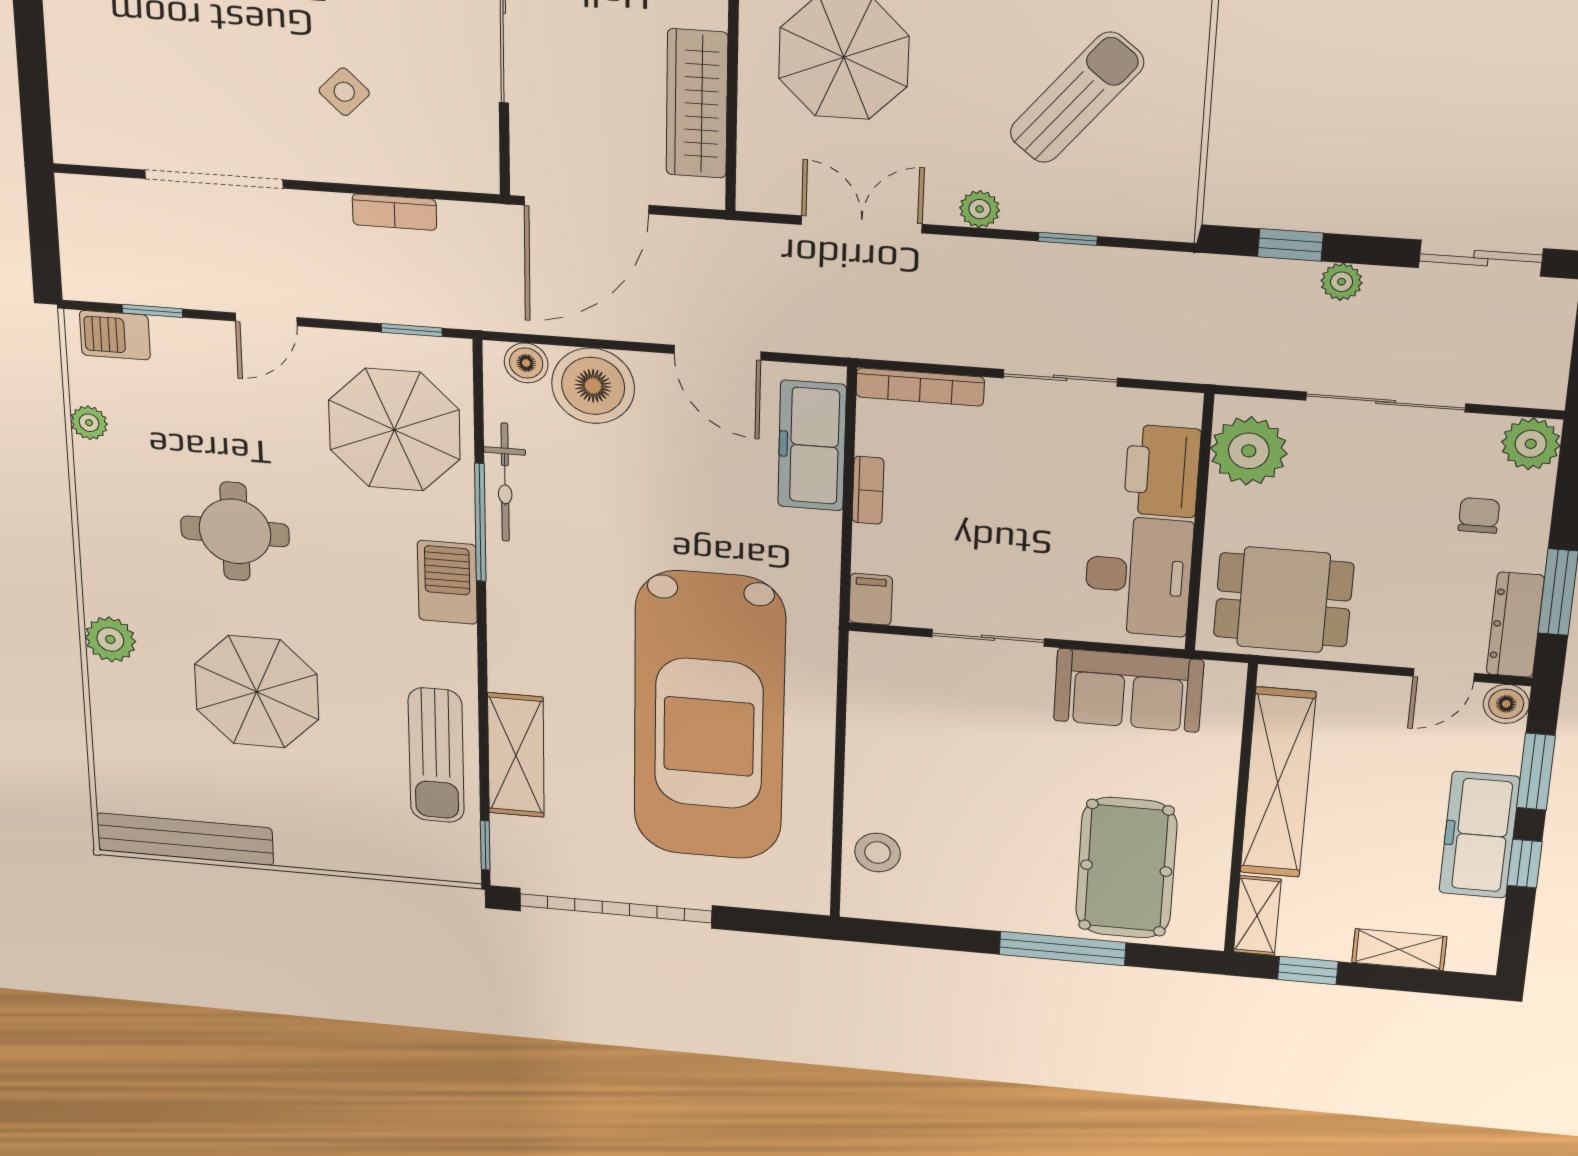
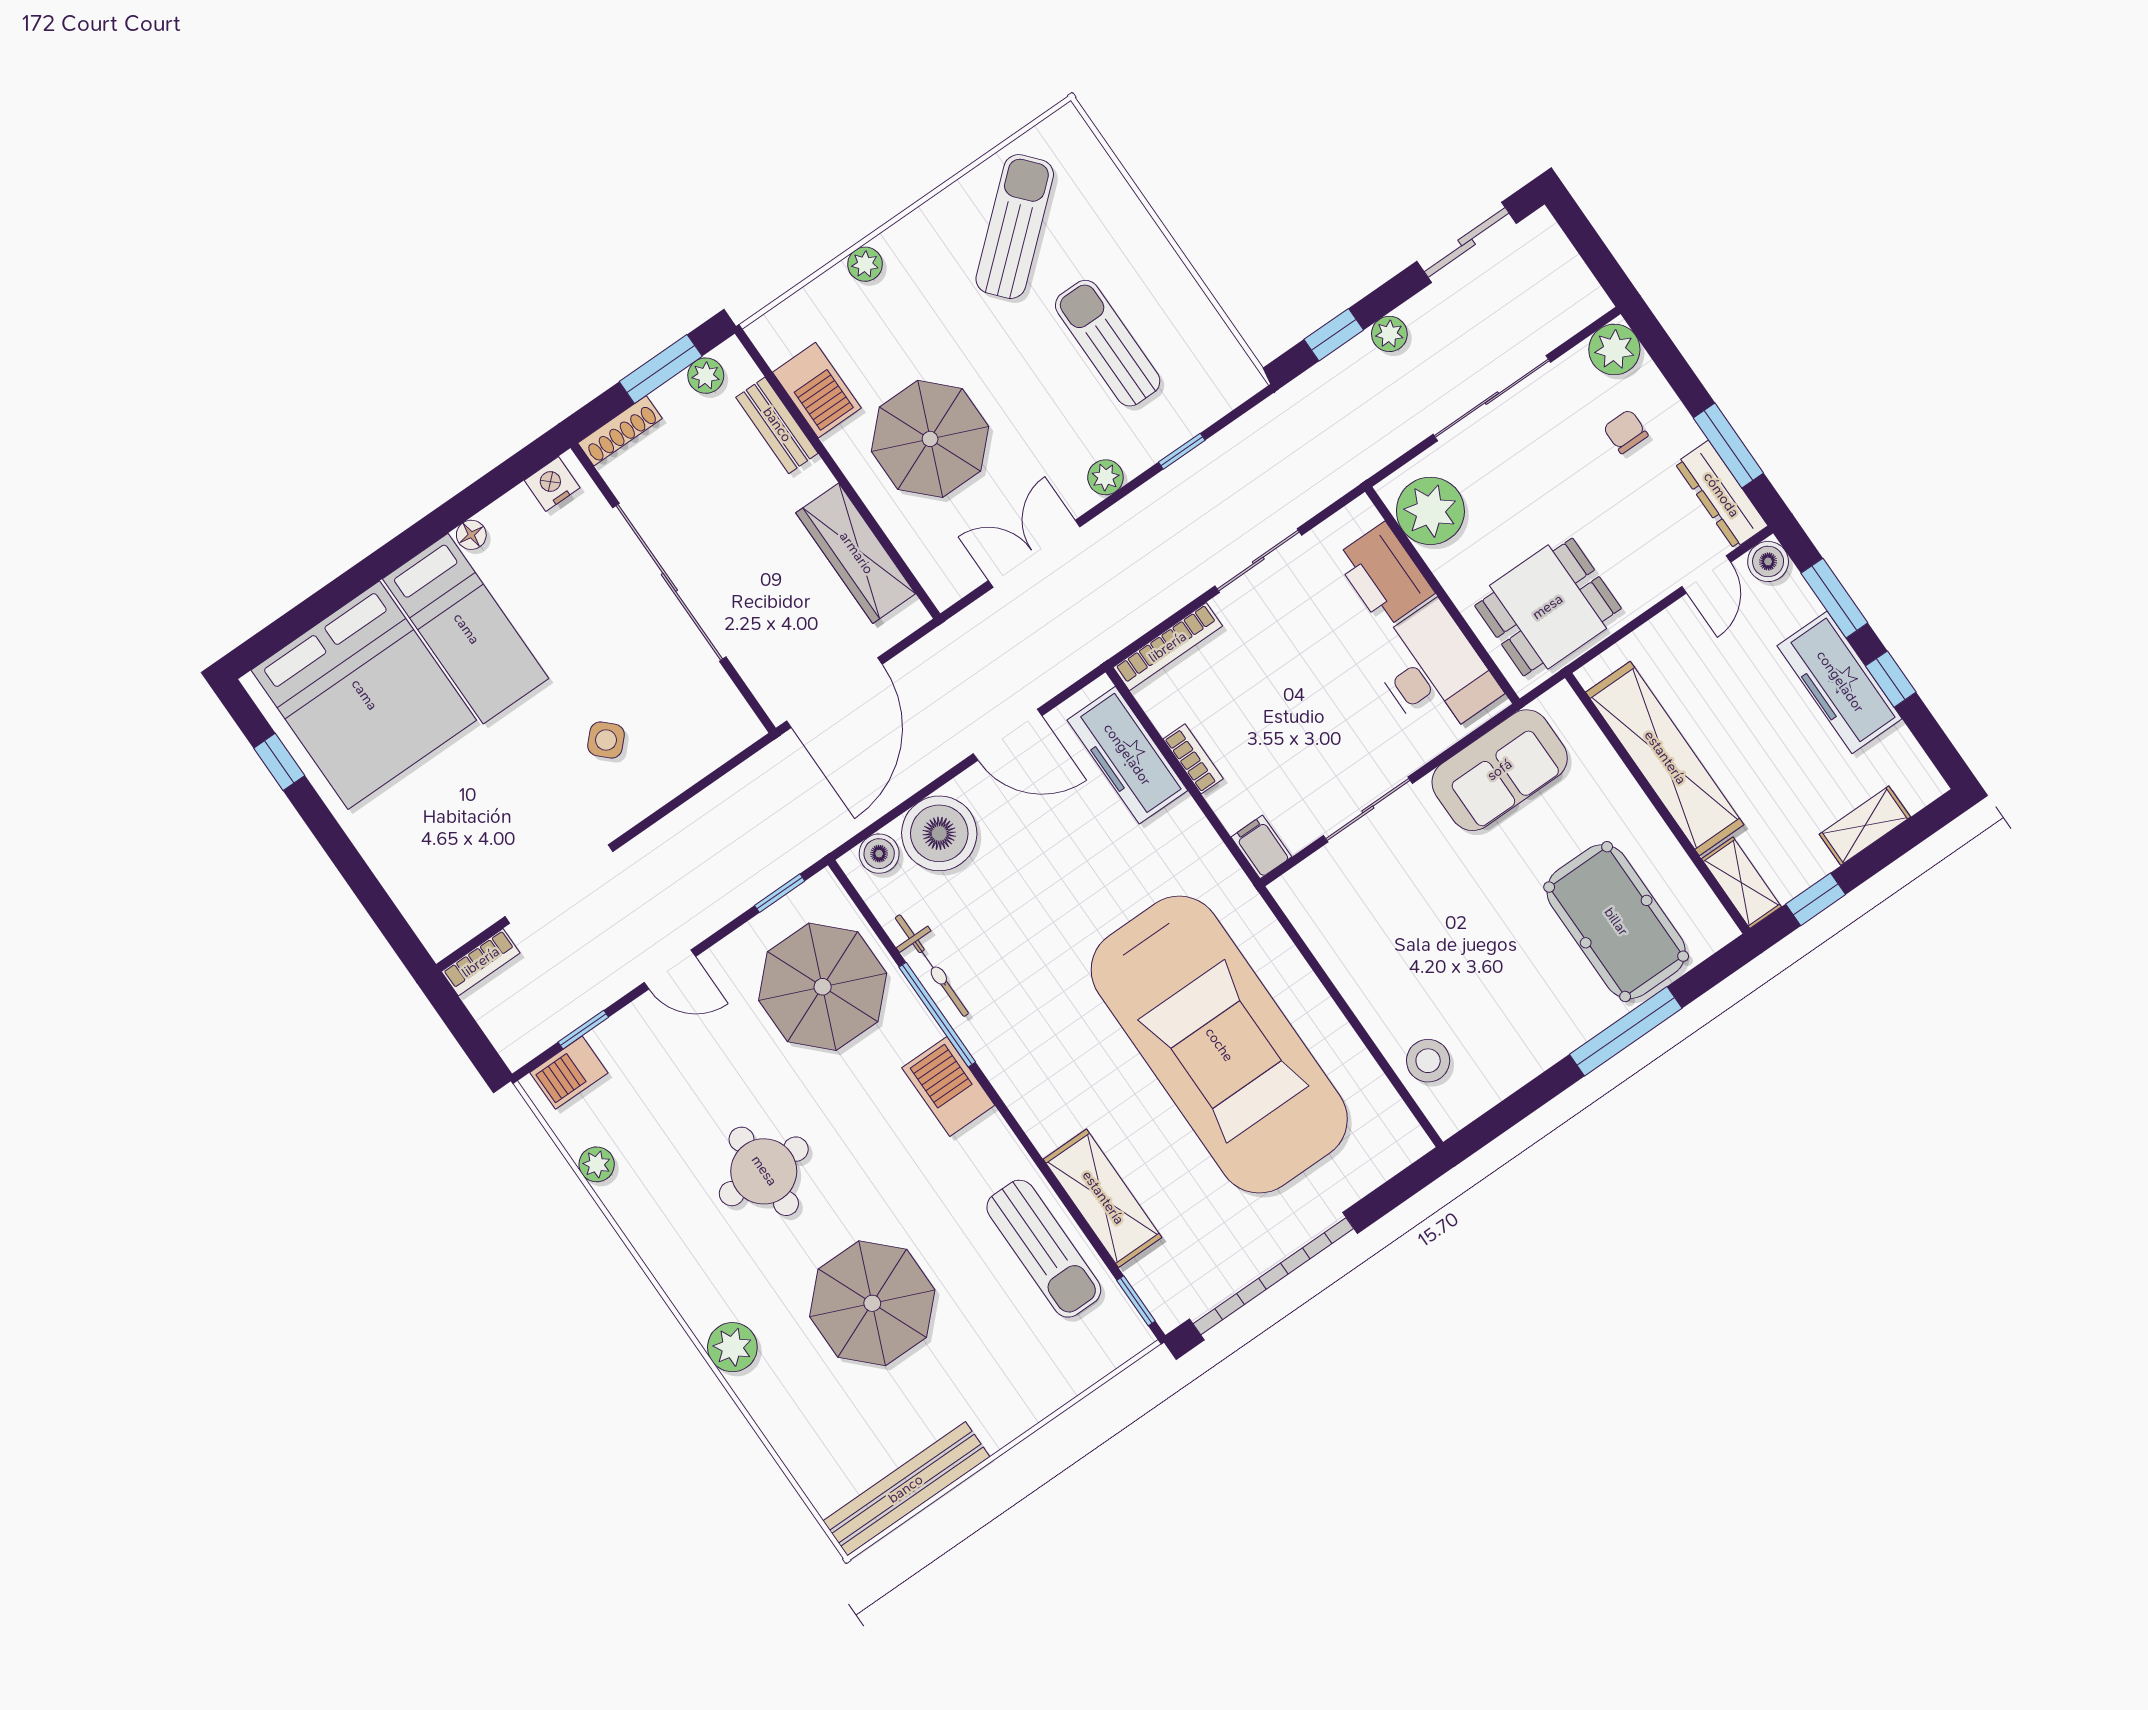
sun lounger: (1077, 98) -> (1108, 343), turned -39
bookcase: (394, 212) -> (481, 962), moved
door: (266, 319) -> (670, 969), hinge flipped

